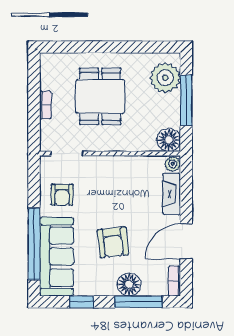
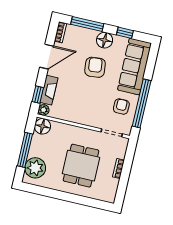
window: (186, 184) -> (38, 95), added
window: (34, 244) -> (142, 103), moved
floor lamp: (129, 284) -> (105, 40), moved

